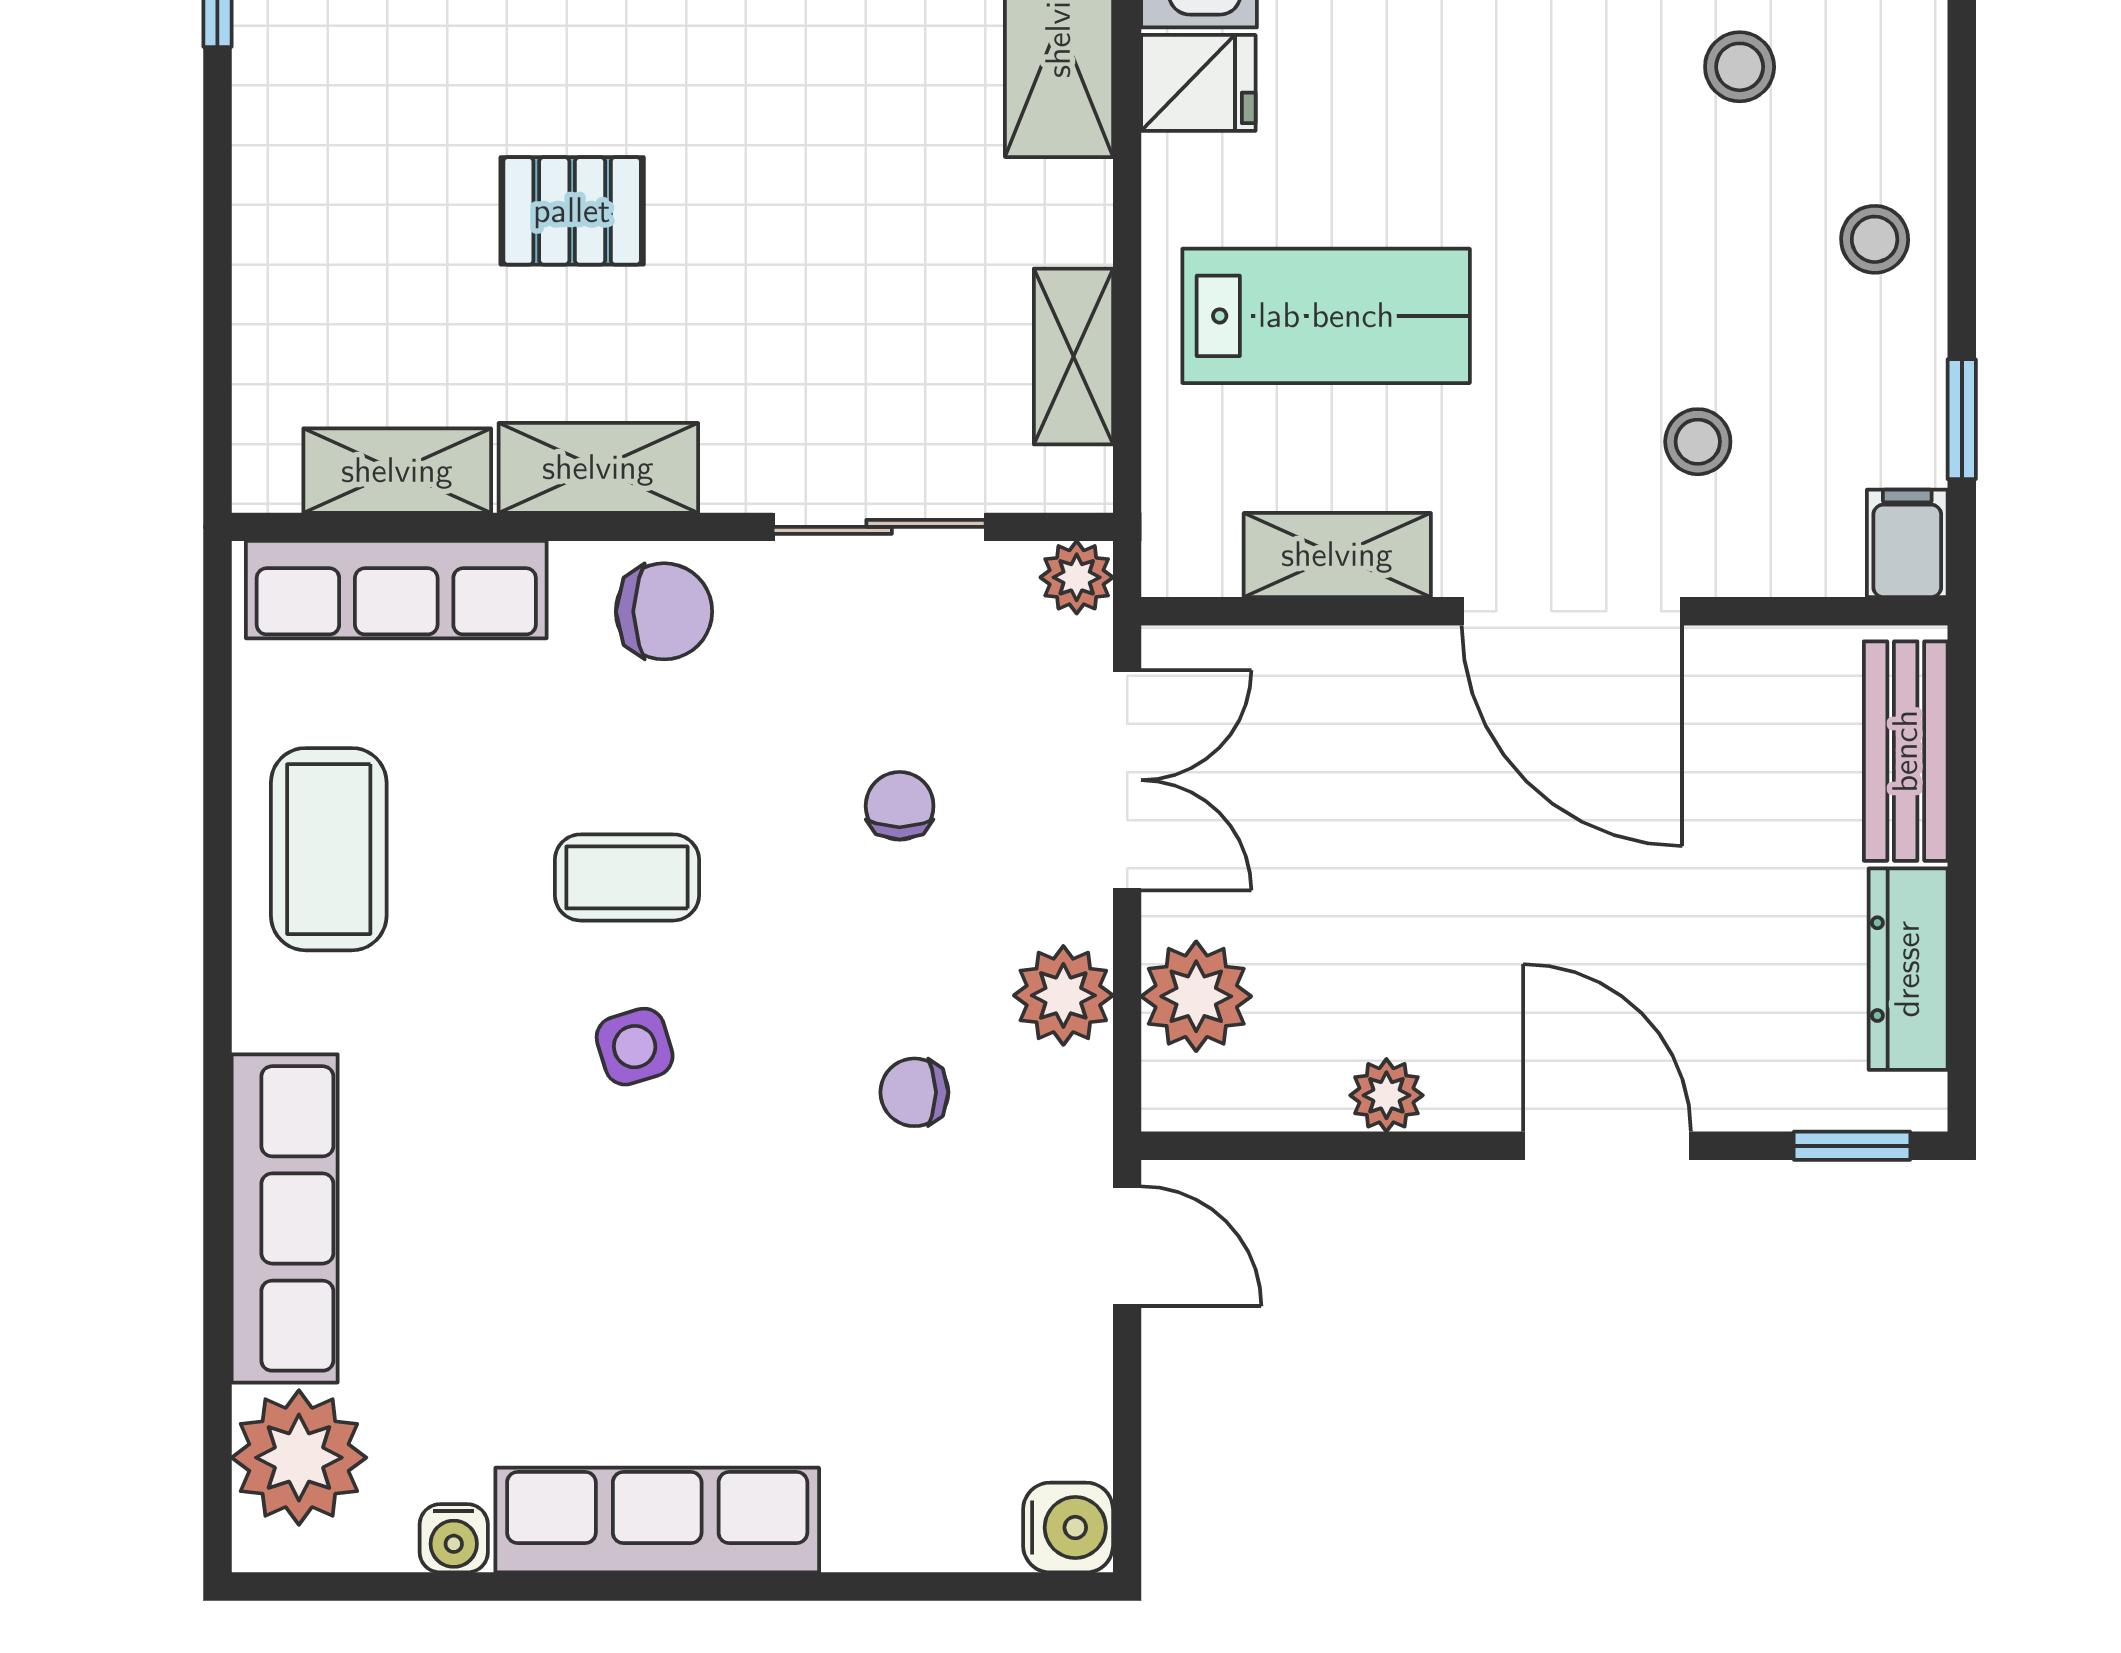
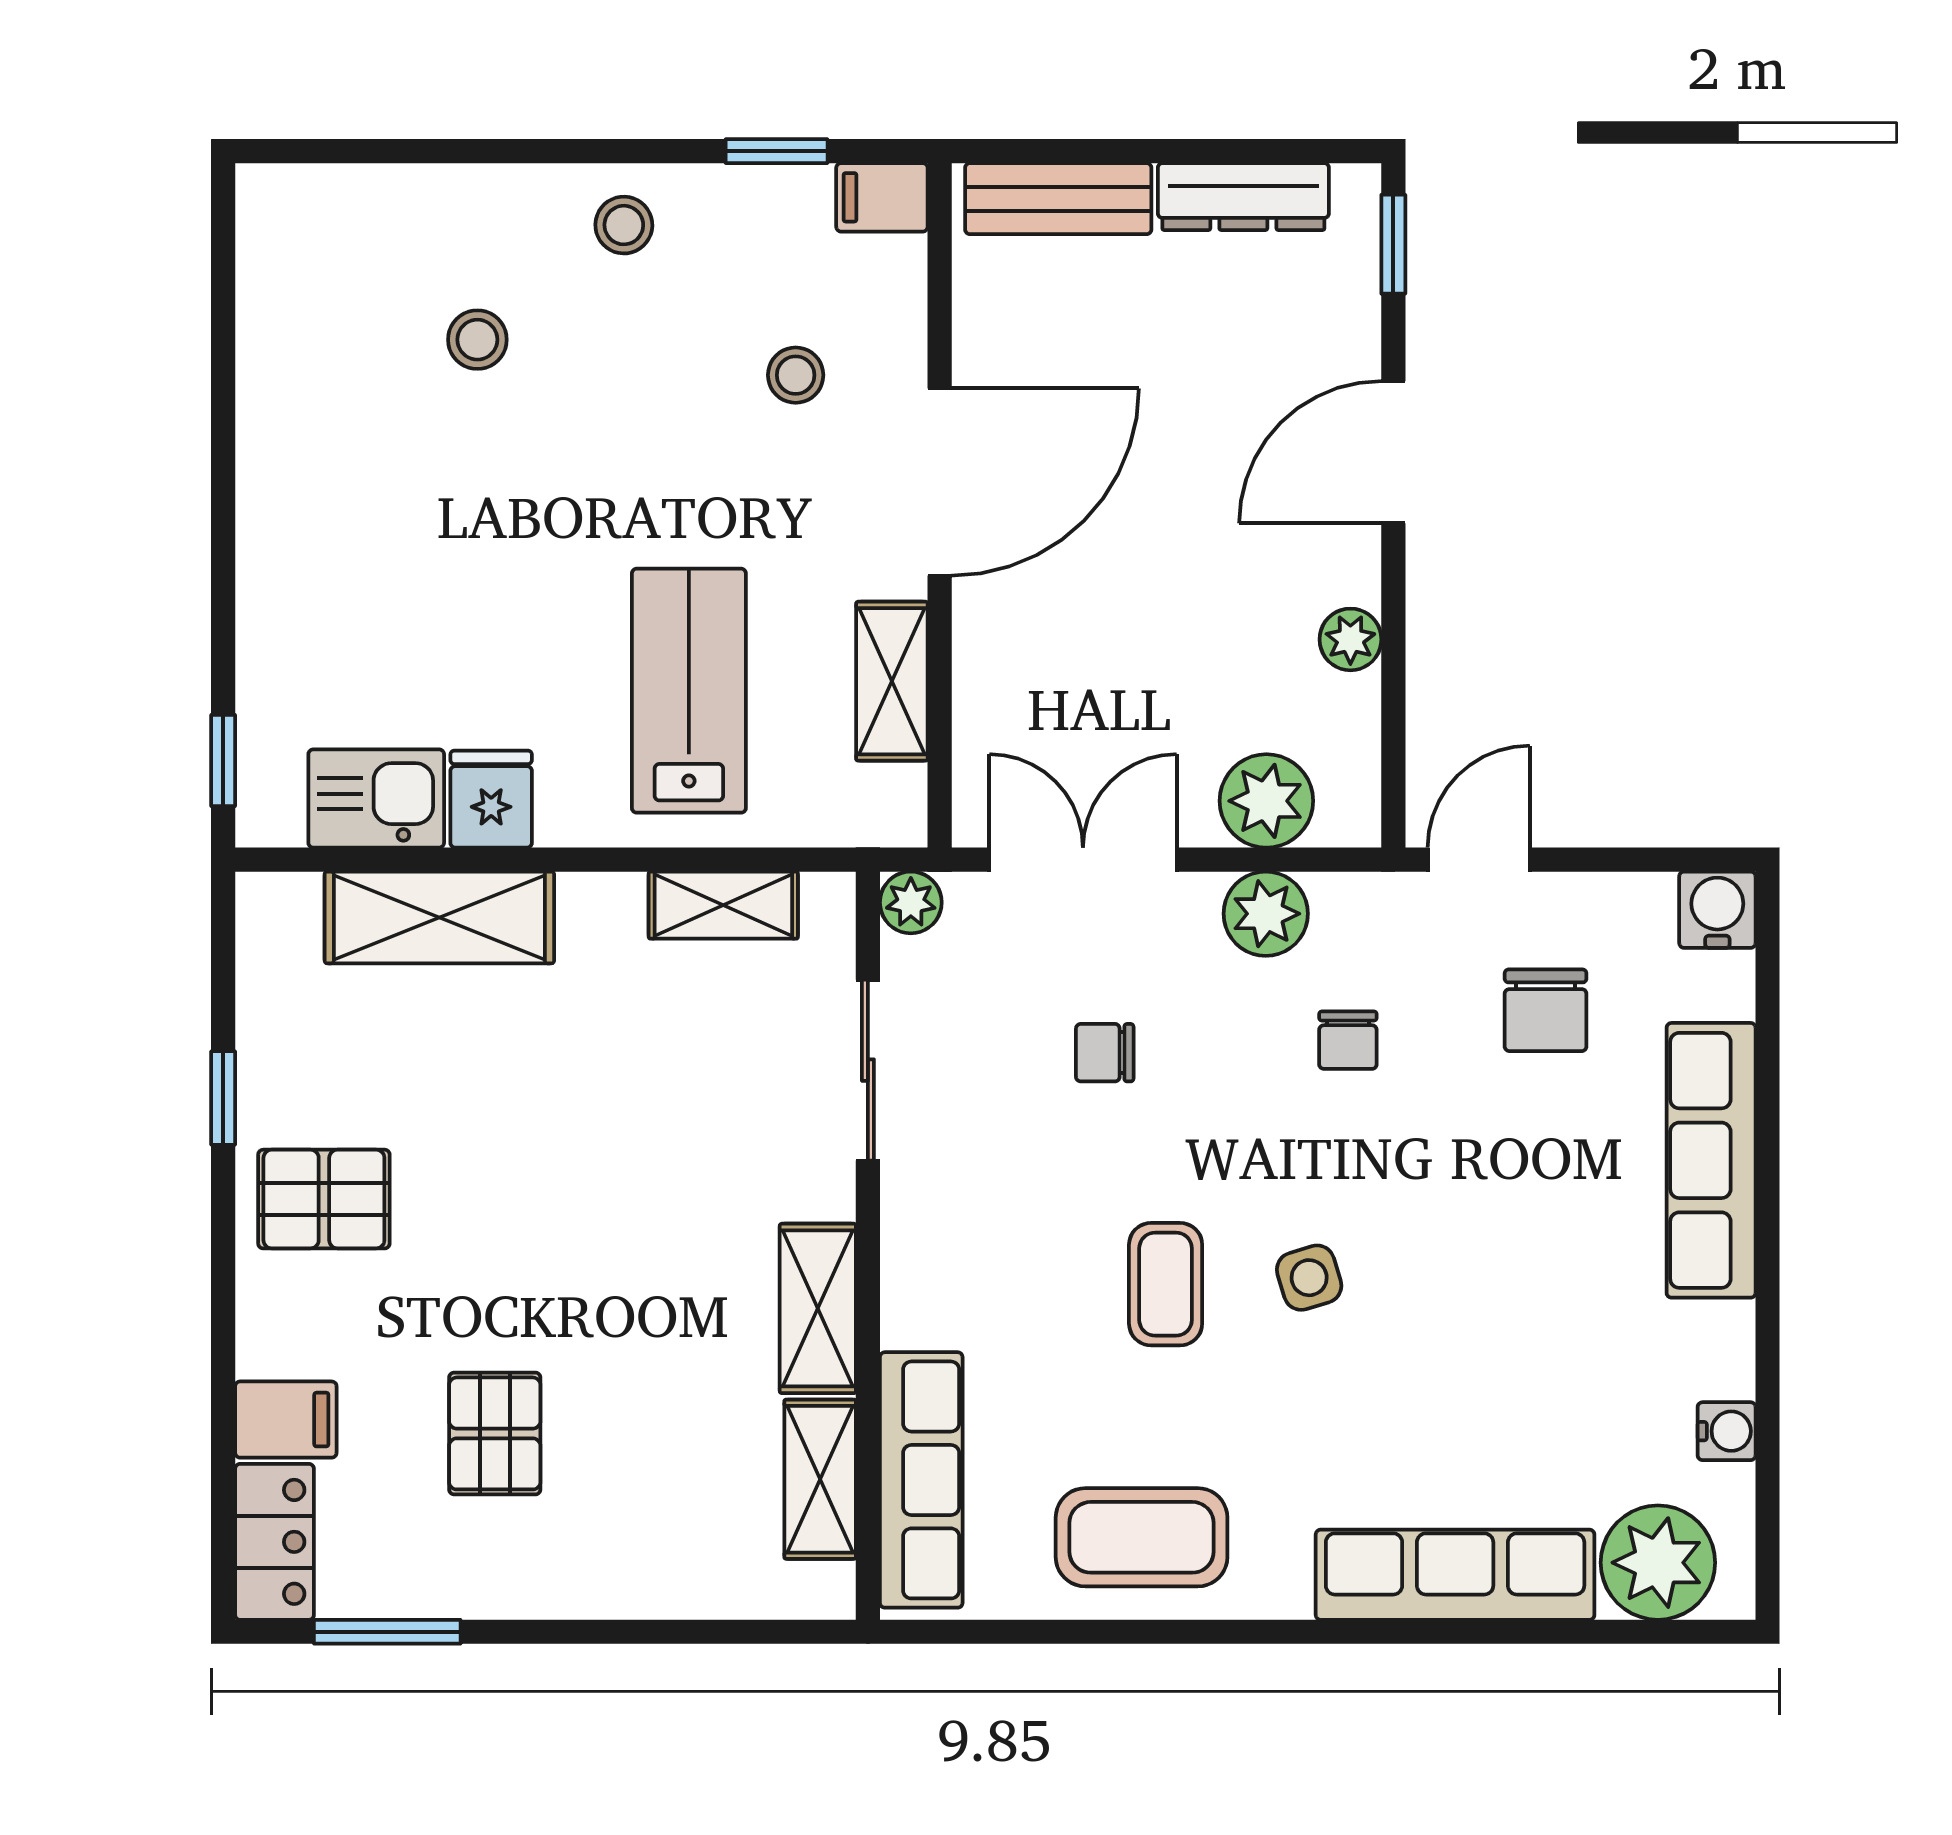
pallet: (572, 211) -> (495, 1433), moved
chair: (664, 611) -> (1546, 1010), moved, turned 180
row of seats: (657, 1520) -> (1711, 1160), moved

